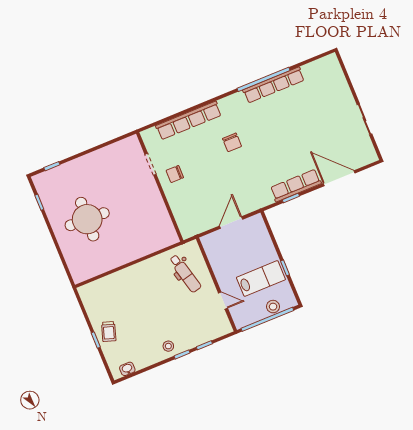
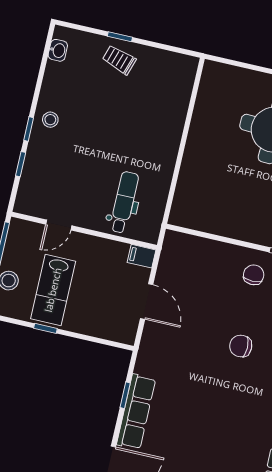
chair: (232, 142) -> (241, 346), moved
filing cabinet: (208, 243) -> (142, 256), added
dental chair: (185, 273) -> (124, 202), turned 104

